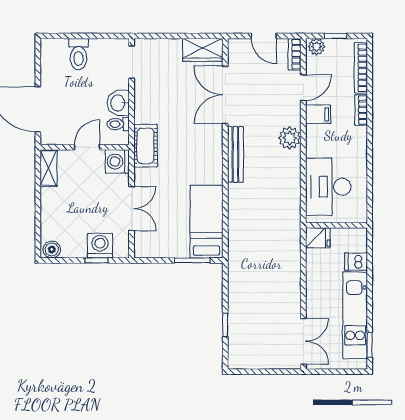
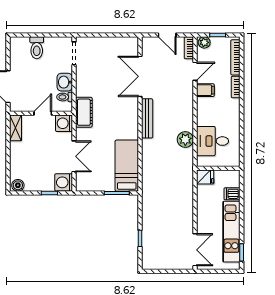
wardrobe: (203, 50) -> (124, 45), removed
plant: (290, 138) -> (185, 139), moved
desk: (328, 187) -> (212, 141), width x0.73
washing machine: (100, 246) -> (64, 182), moved, turned -90

